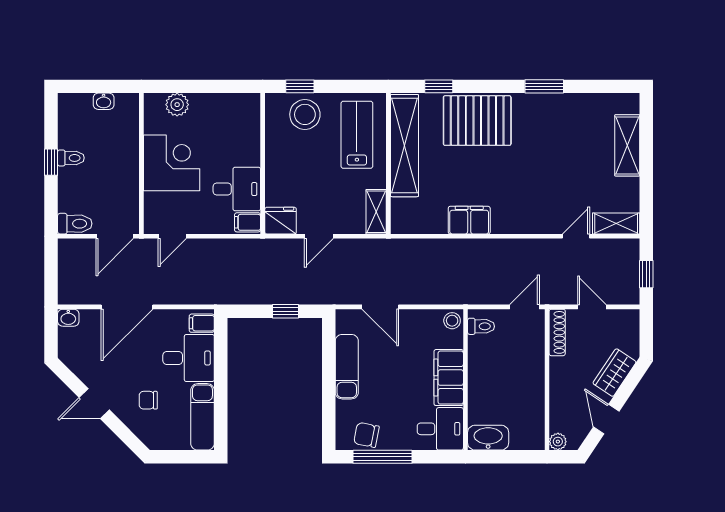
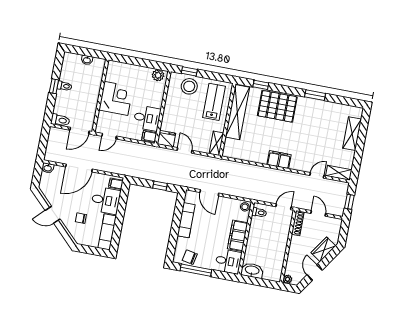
plant: (177, 105) -> (158, 75), moved
filing cabinet: (469, 220) -> (279, 160), moved
door: (319, 236) -> (185, 150), swing flipped

